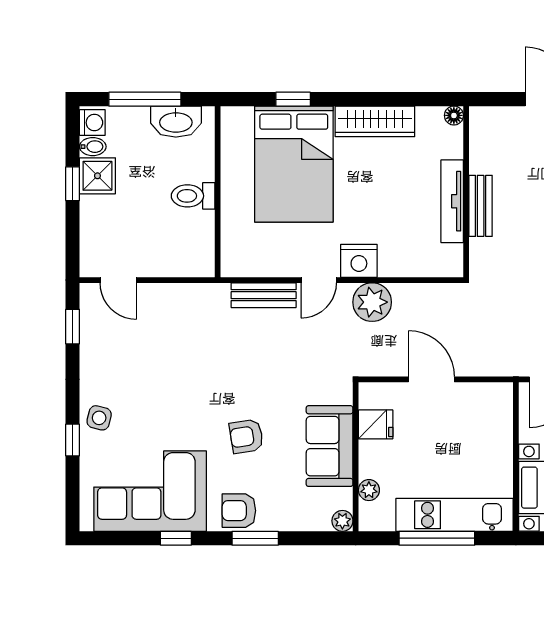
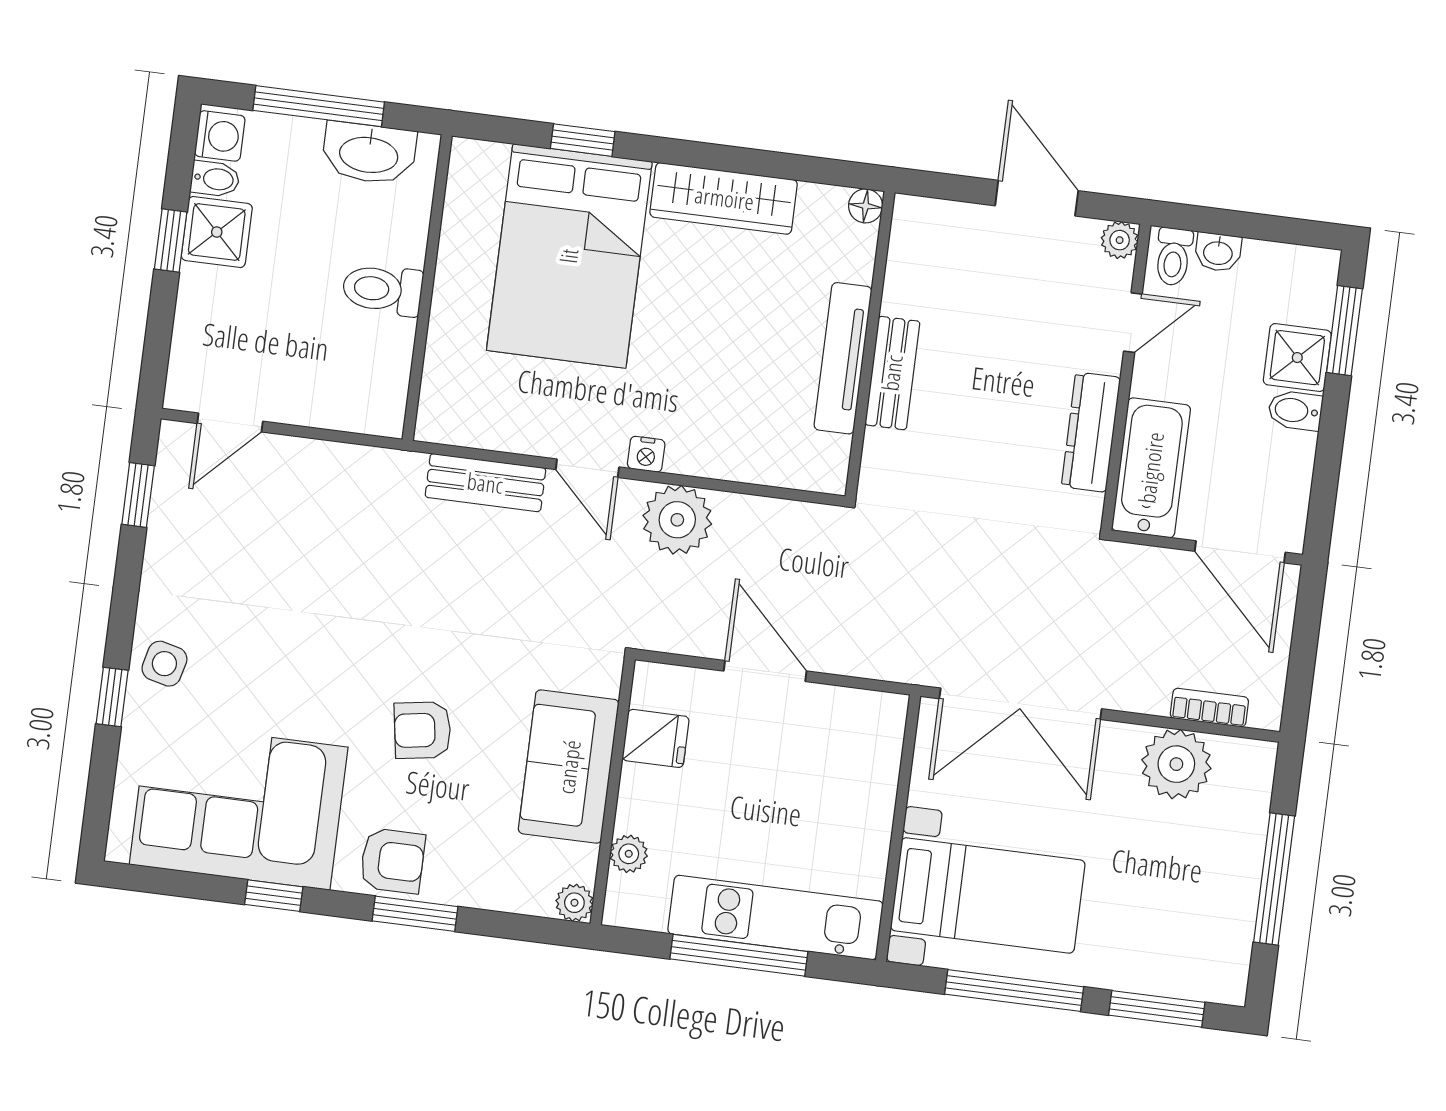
nightstand: (359, 261) -> (646, 454), width x0.53, depth x0.56
door: (118, 280) -> (230, 422), hinge flipped
door: (319, 280) -> (587, 468), hinge flipped
armchair: (239, 511) -> (392, 861), turned 180

